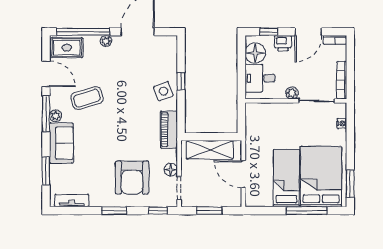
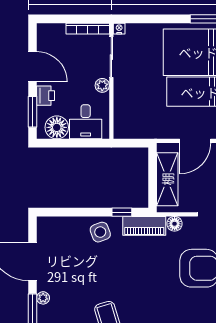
window: (269, 32) -> (33, 112), width x1.50
bookcase: (335, 40) -> (42, 36), removed
window: (181, 81) -> (122, 212), moved
nightstand: (342, 123) -> (119, 29), moved
floor lamp: (171, 170) -> (175, 224), moved

